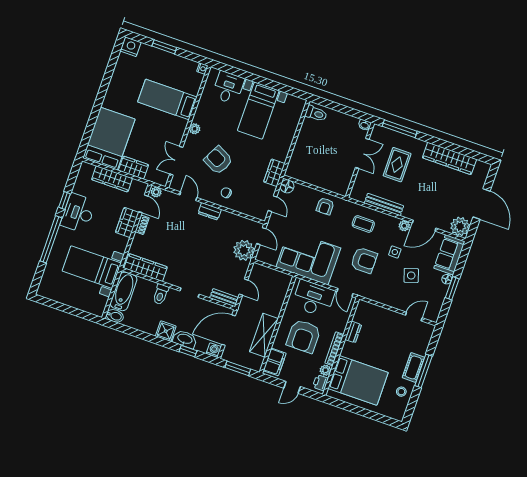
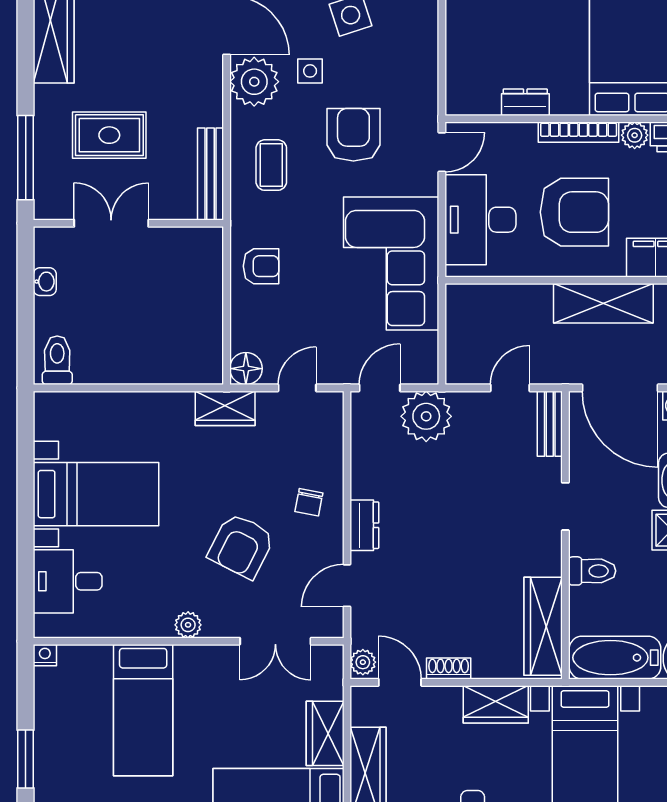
washbasin: (365, 125) -> (45, 282), moved
door: (143, 204) -> (400, 682), hinge flipped
bench: (384, 205) -> (211, 174), moved
wardrobe: (127, 222) -> (496, 704), moved
plant: (404, 226) -> (254, 82), width x1.88, depth x1.88

